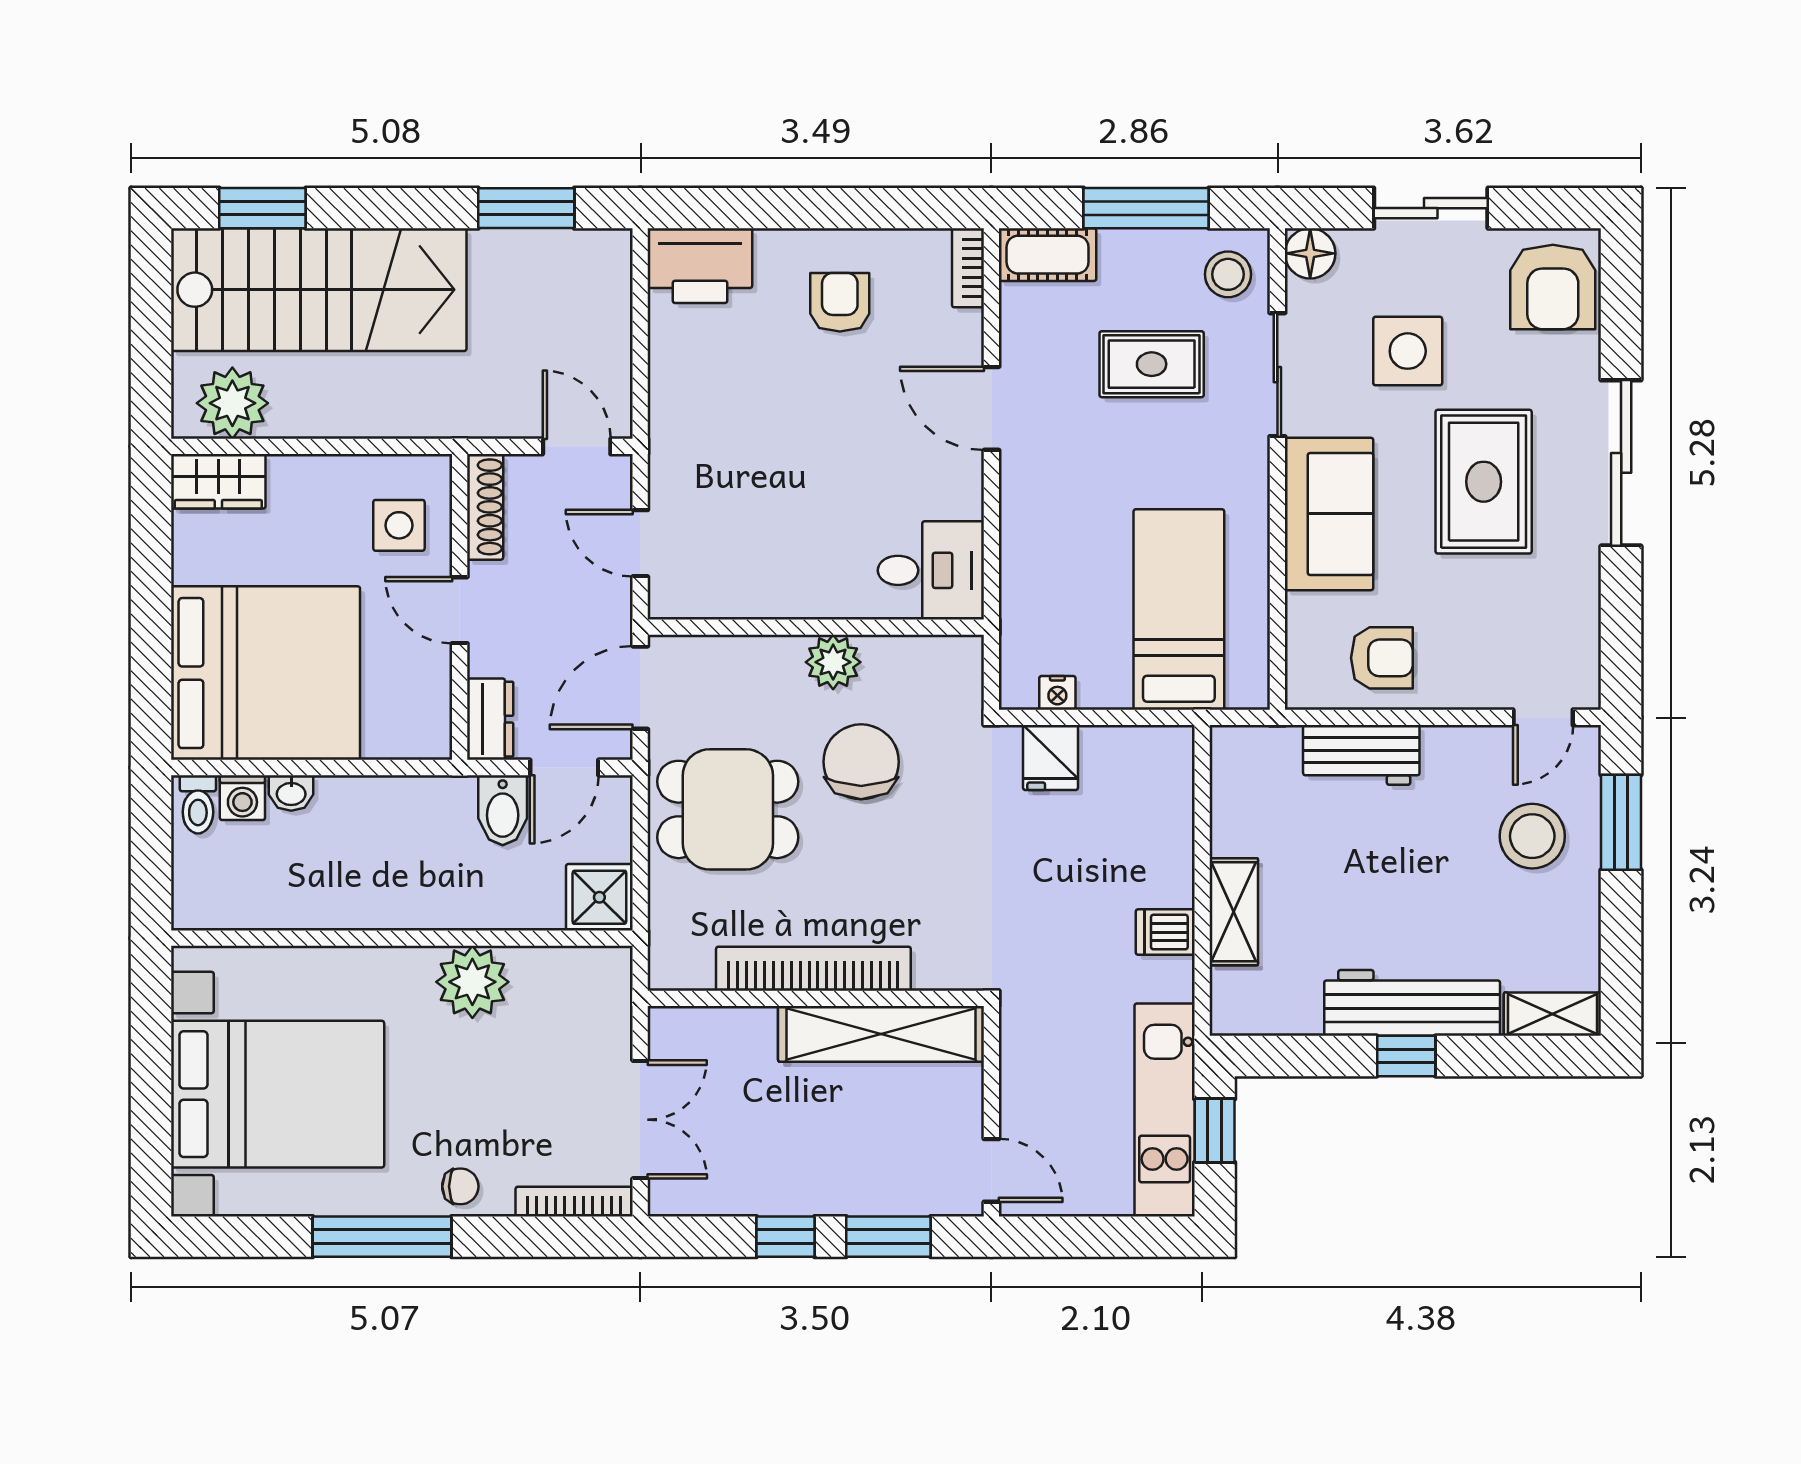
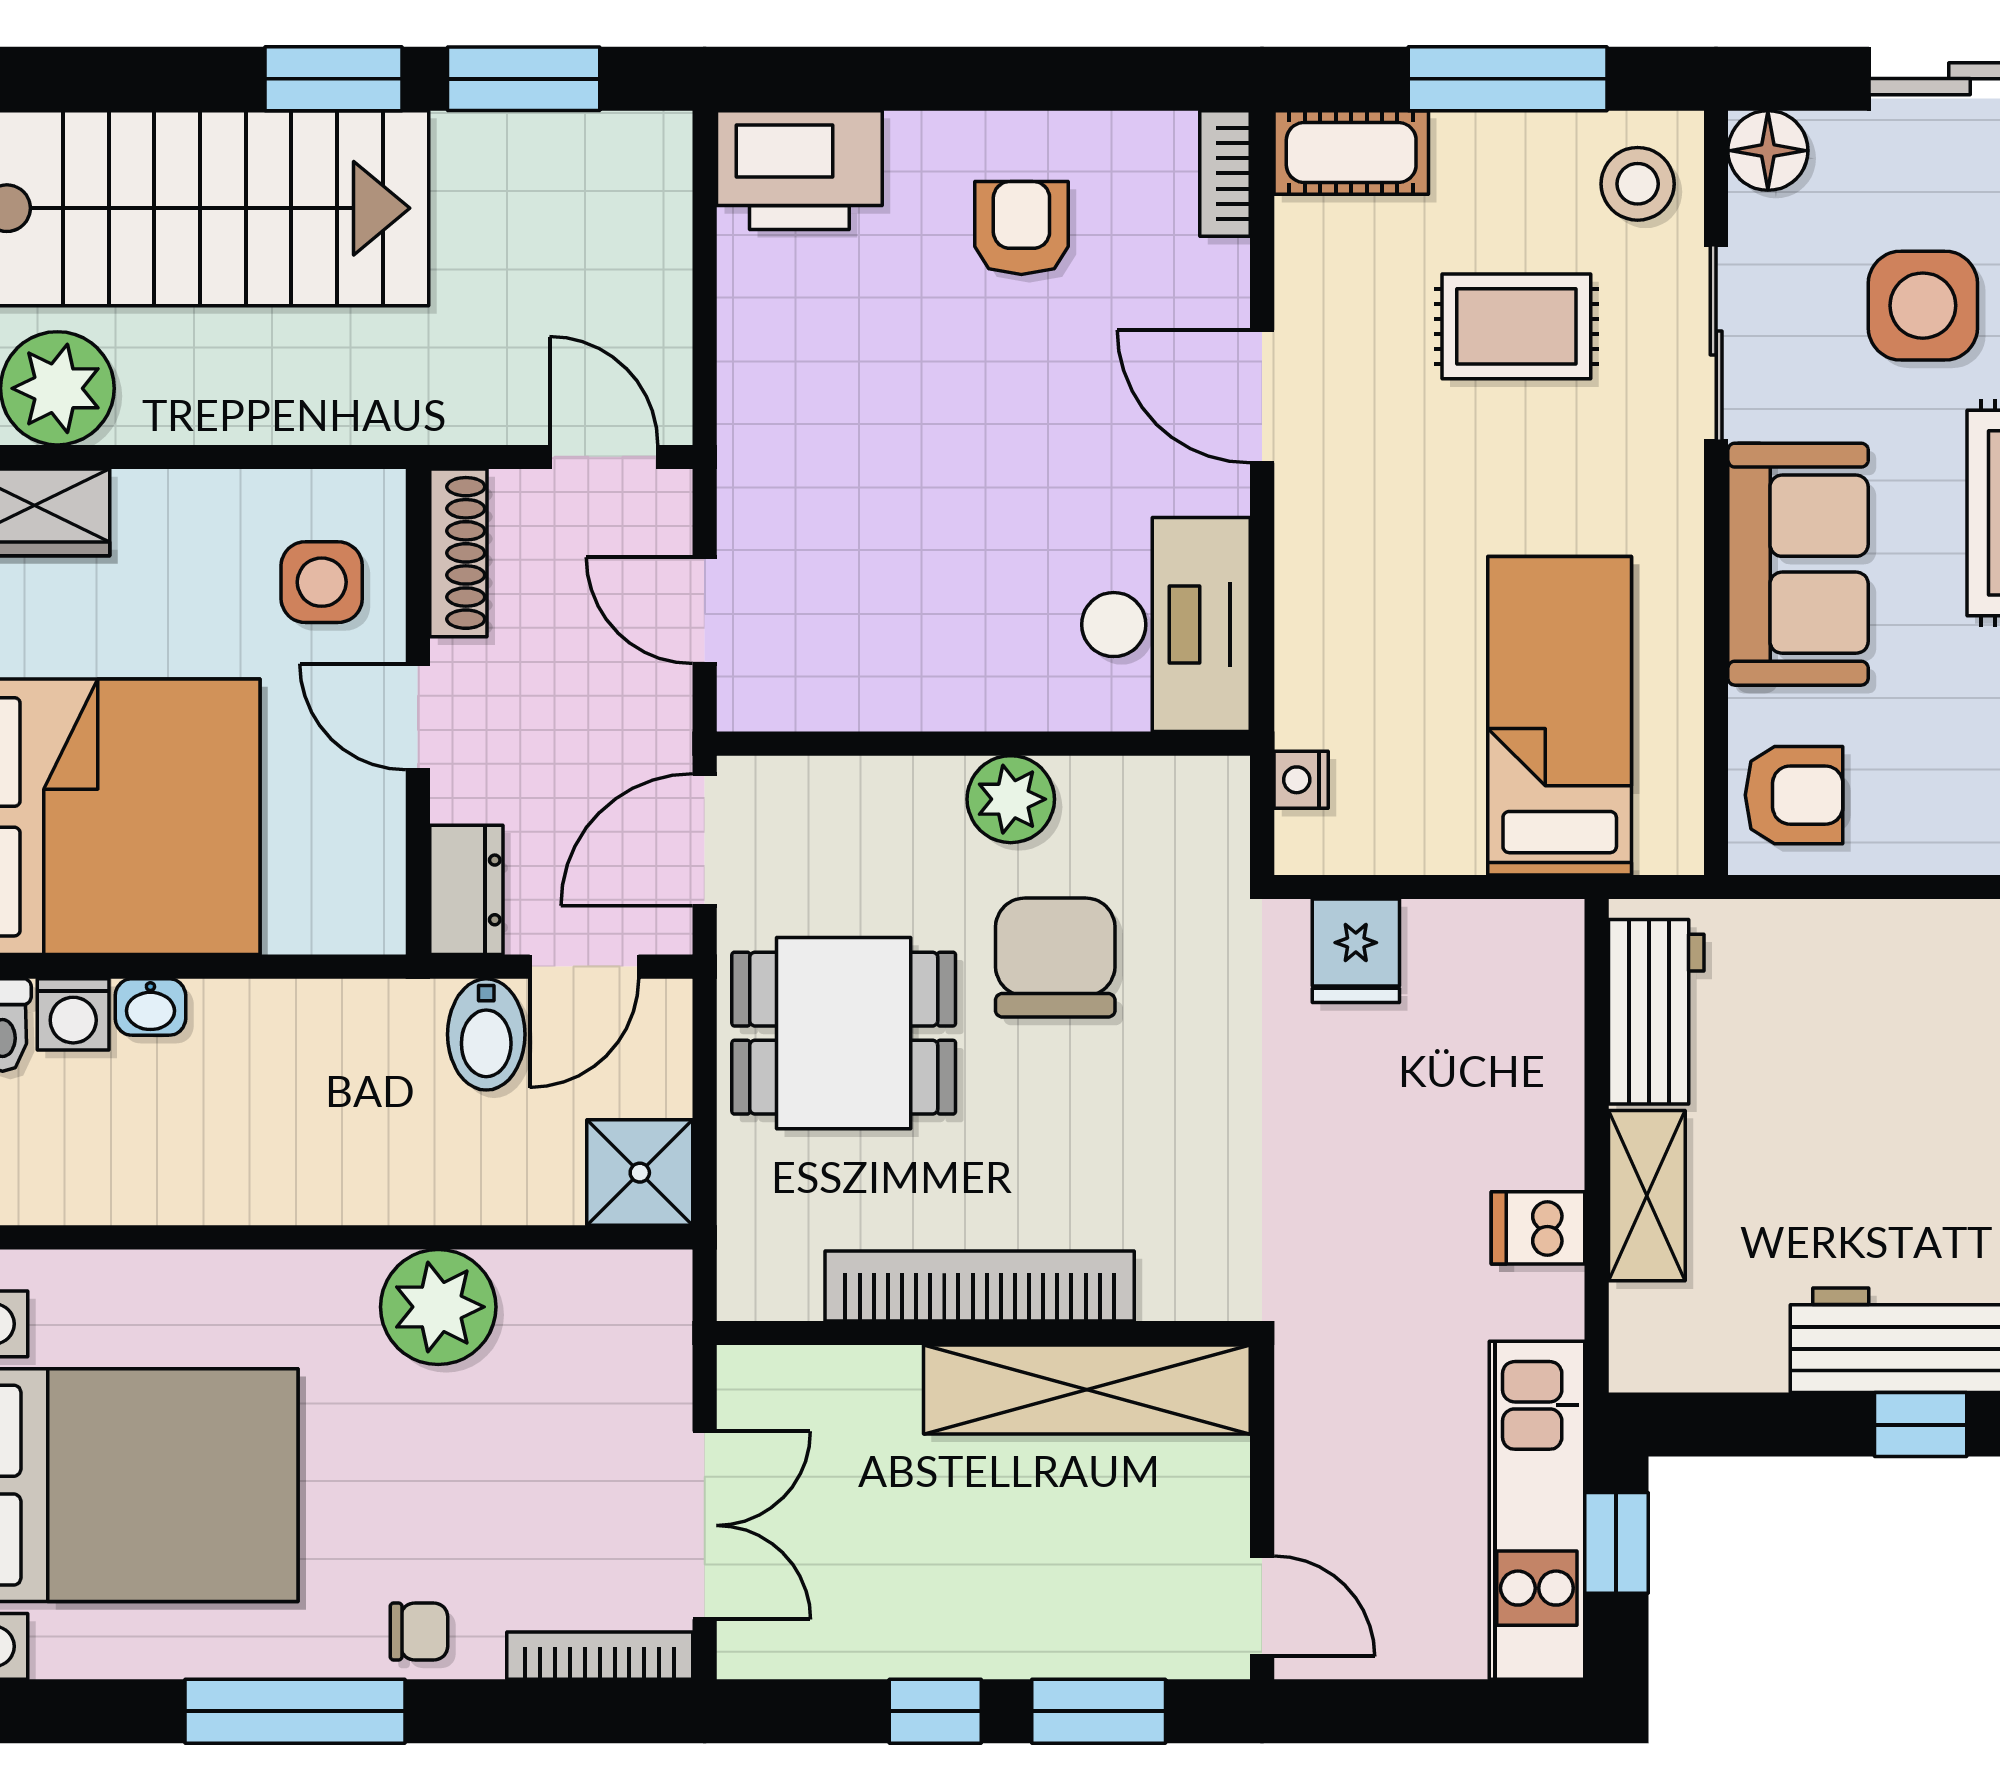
window: (262, 208) -> (334, 79), moved
desk: (931, 570) -> (1166, 625), width x1.37
armchair: (1382, 658) -> (1794, 795), moved
nightstand: (1057, 693) -> (1301, 780), moved, turned 90
workbench: (1361, 755) -> (1656, 1012), moved, turned -90

